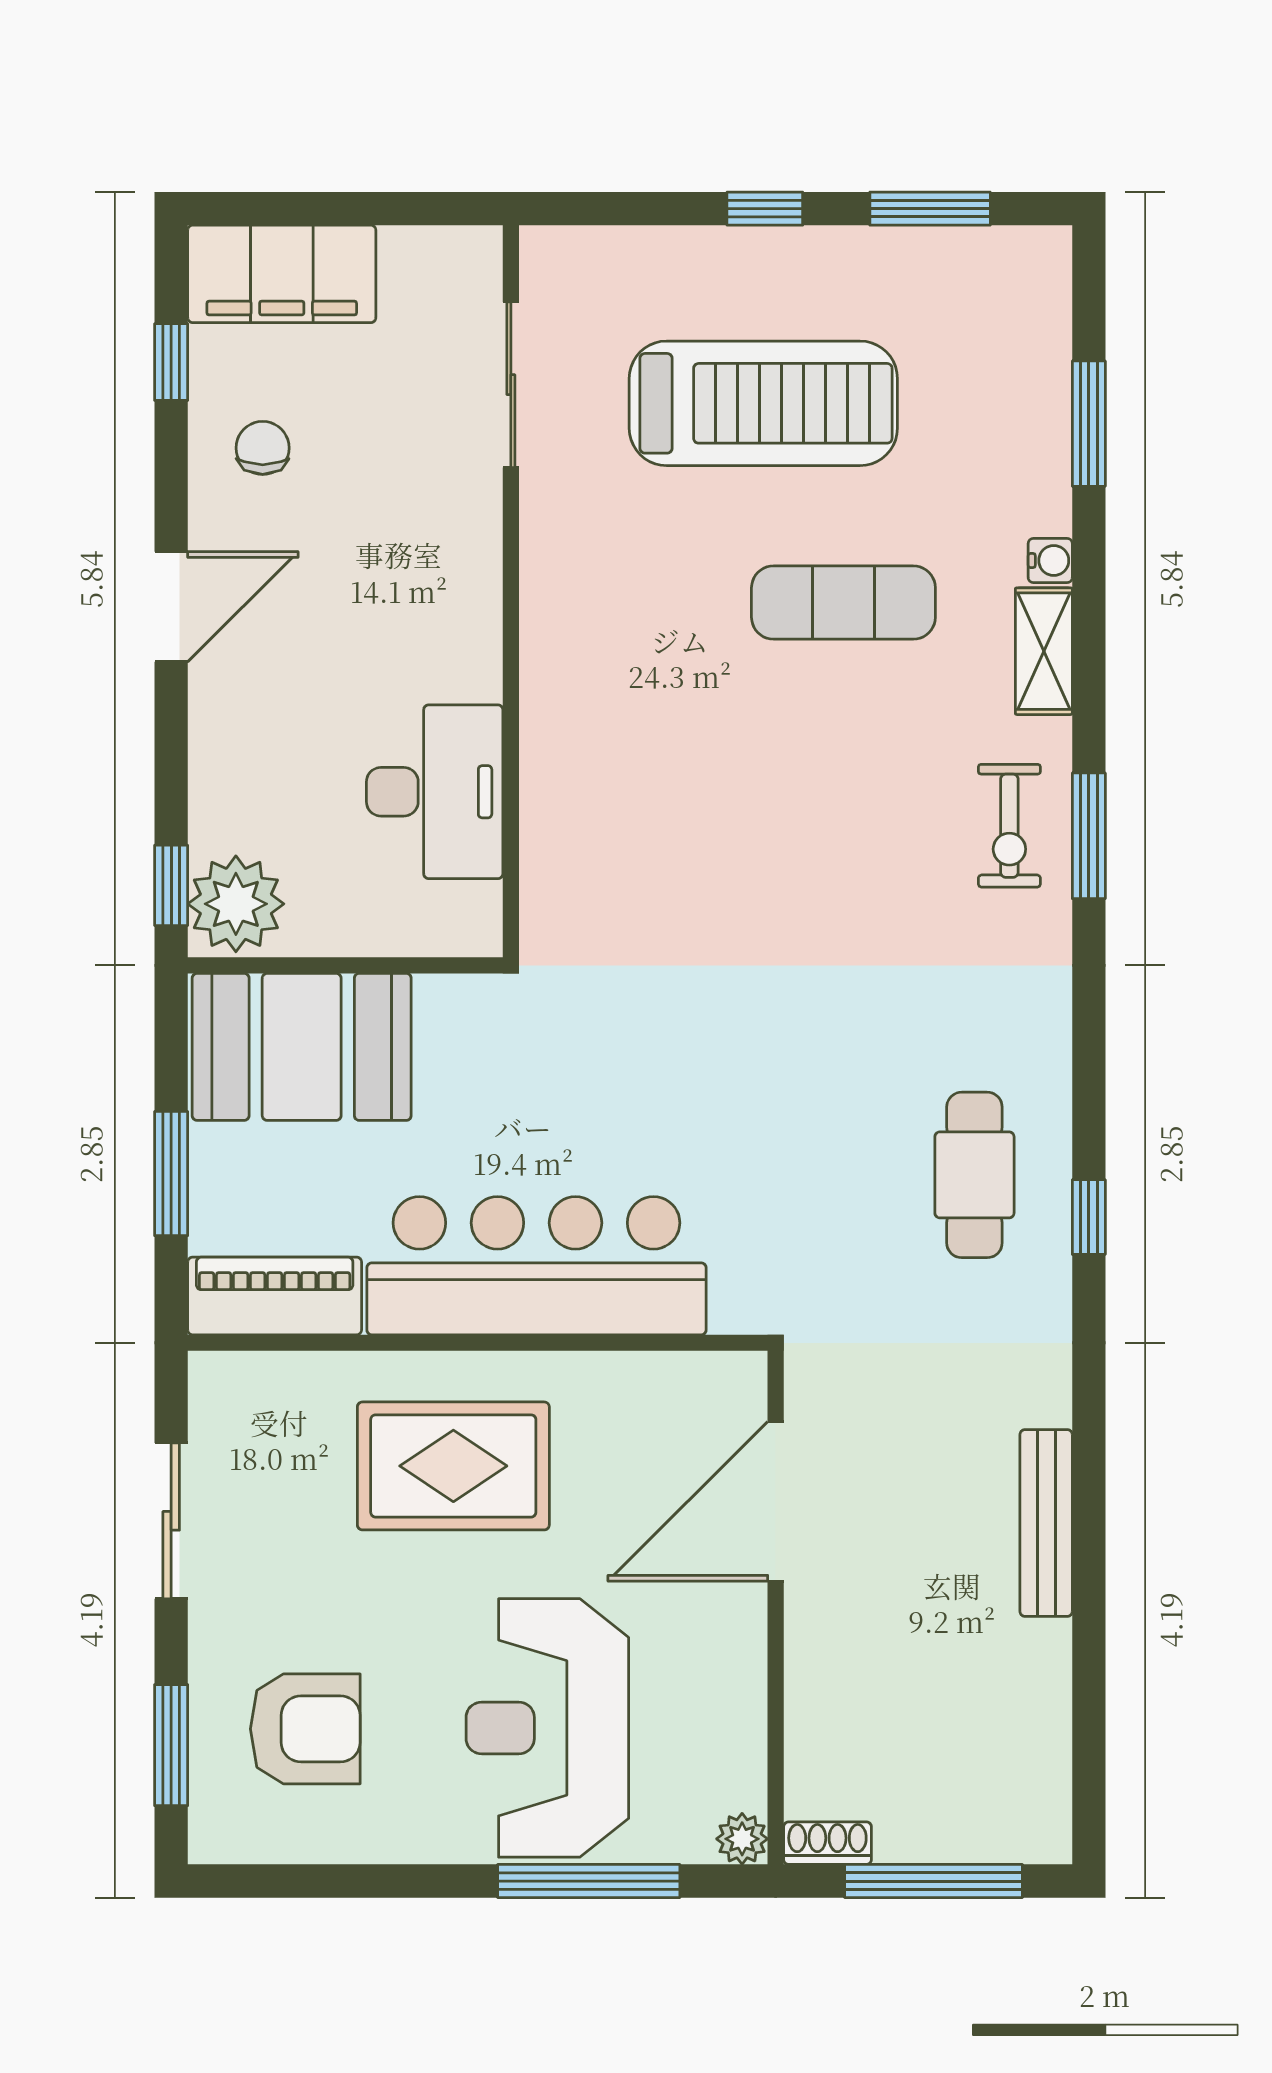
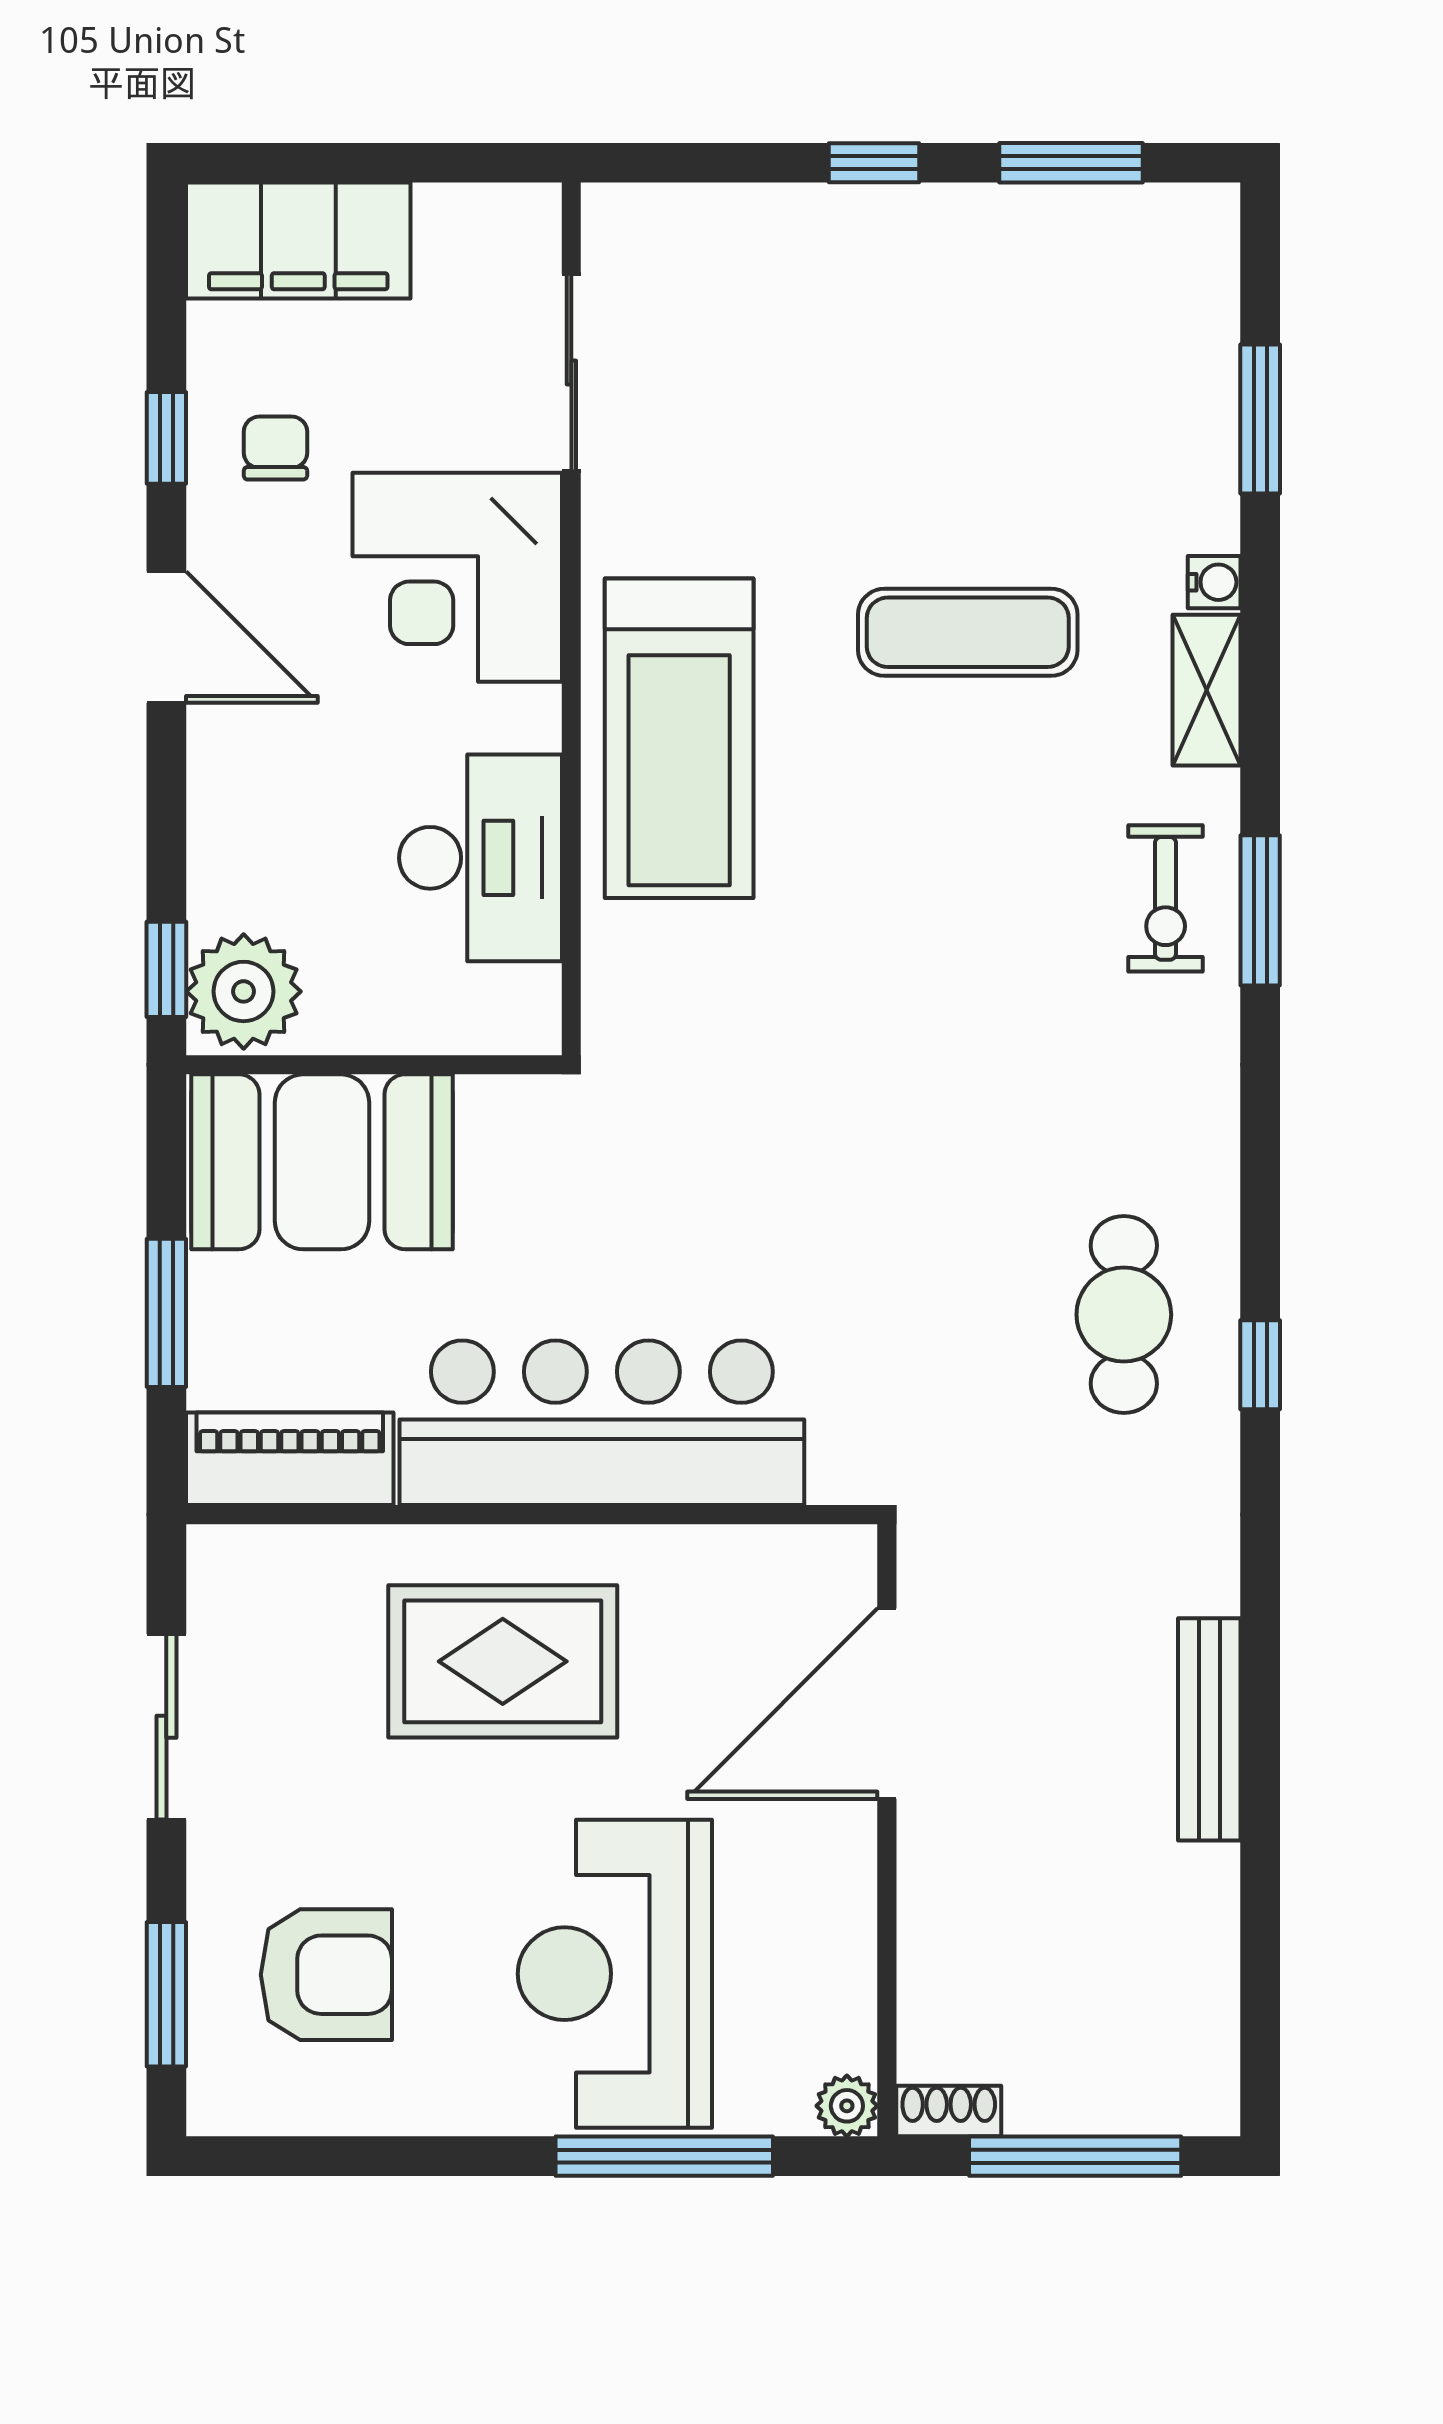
window: (171, 362) -> (166, 438), moved
treadmill: (763, 403) -> (679, 738), moved, turned 90
corner desk: (415, 556) -> (457, 577), added
door: (171, 607) -> (166, 637), hinge flipped

